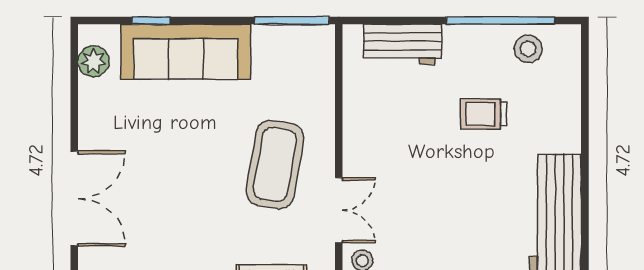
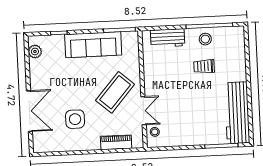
stool: (528, 49) -> (205, 39), moved
sofa: (186, 52) -> (93, 45), moved
coffee table: (275, 164) -> (115, 92), turned 31
side table: (179, 222) -> (75, 119), added

